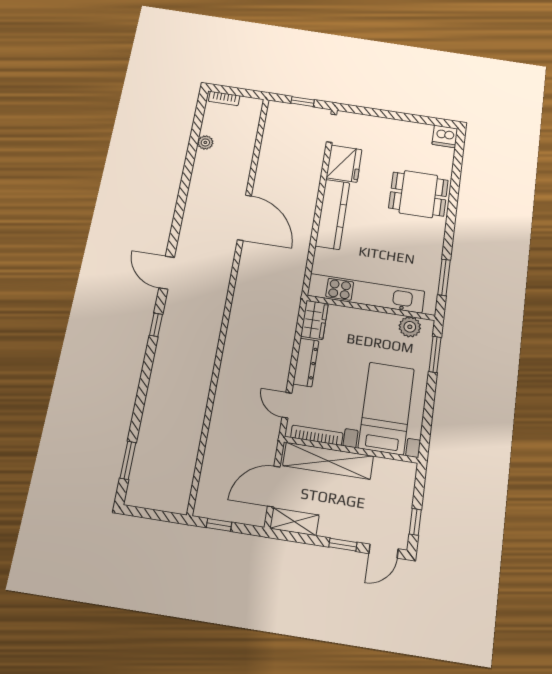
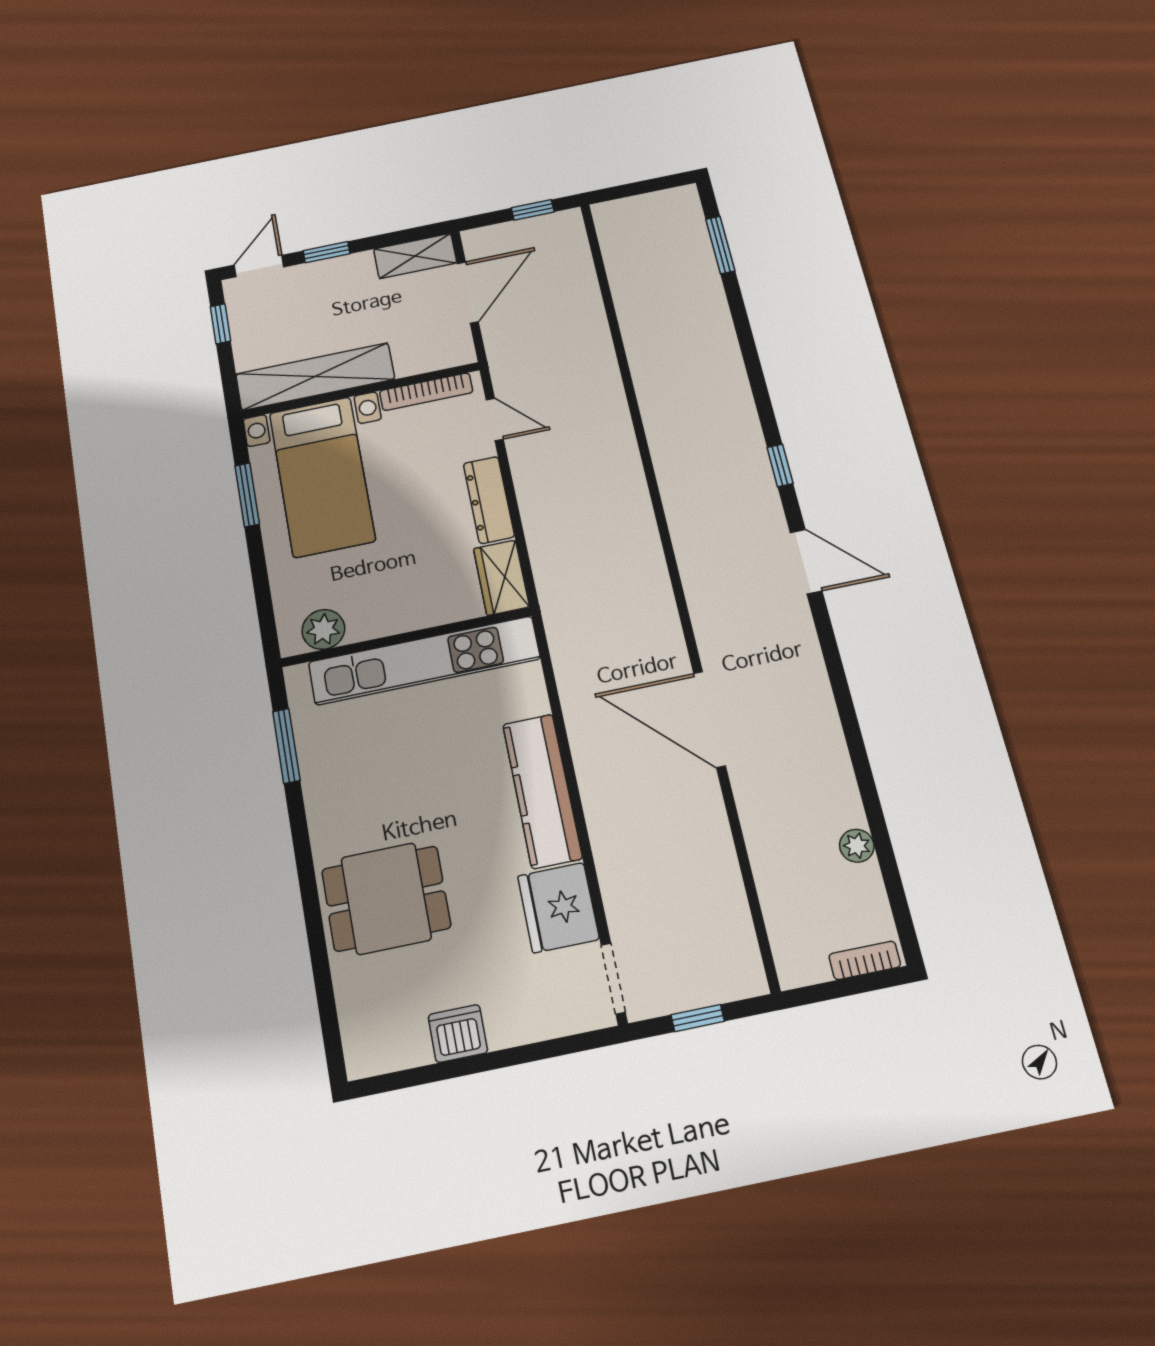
dishwasher: (445, 136) -> (458, 1034), moved
window: (435, 354) -> (247, 495), moved
shelving: (328, 461) -> (315, 377), moved

